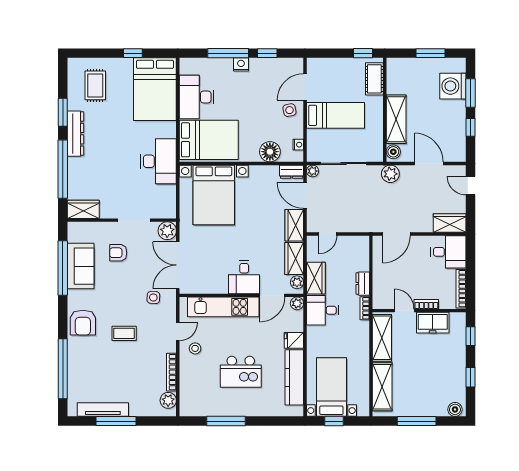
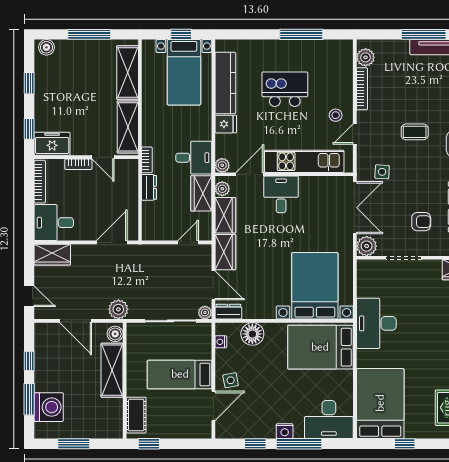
desk: (196, 97) -> (329, 419), moved, turned 90
freezer: (433, 323) -> (52, 144), moved

